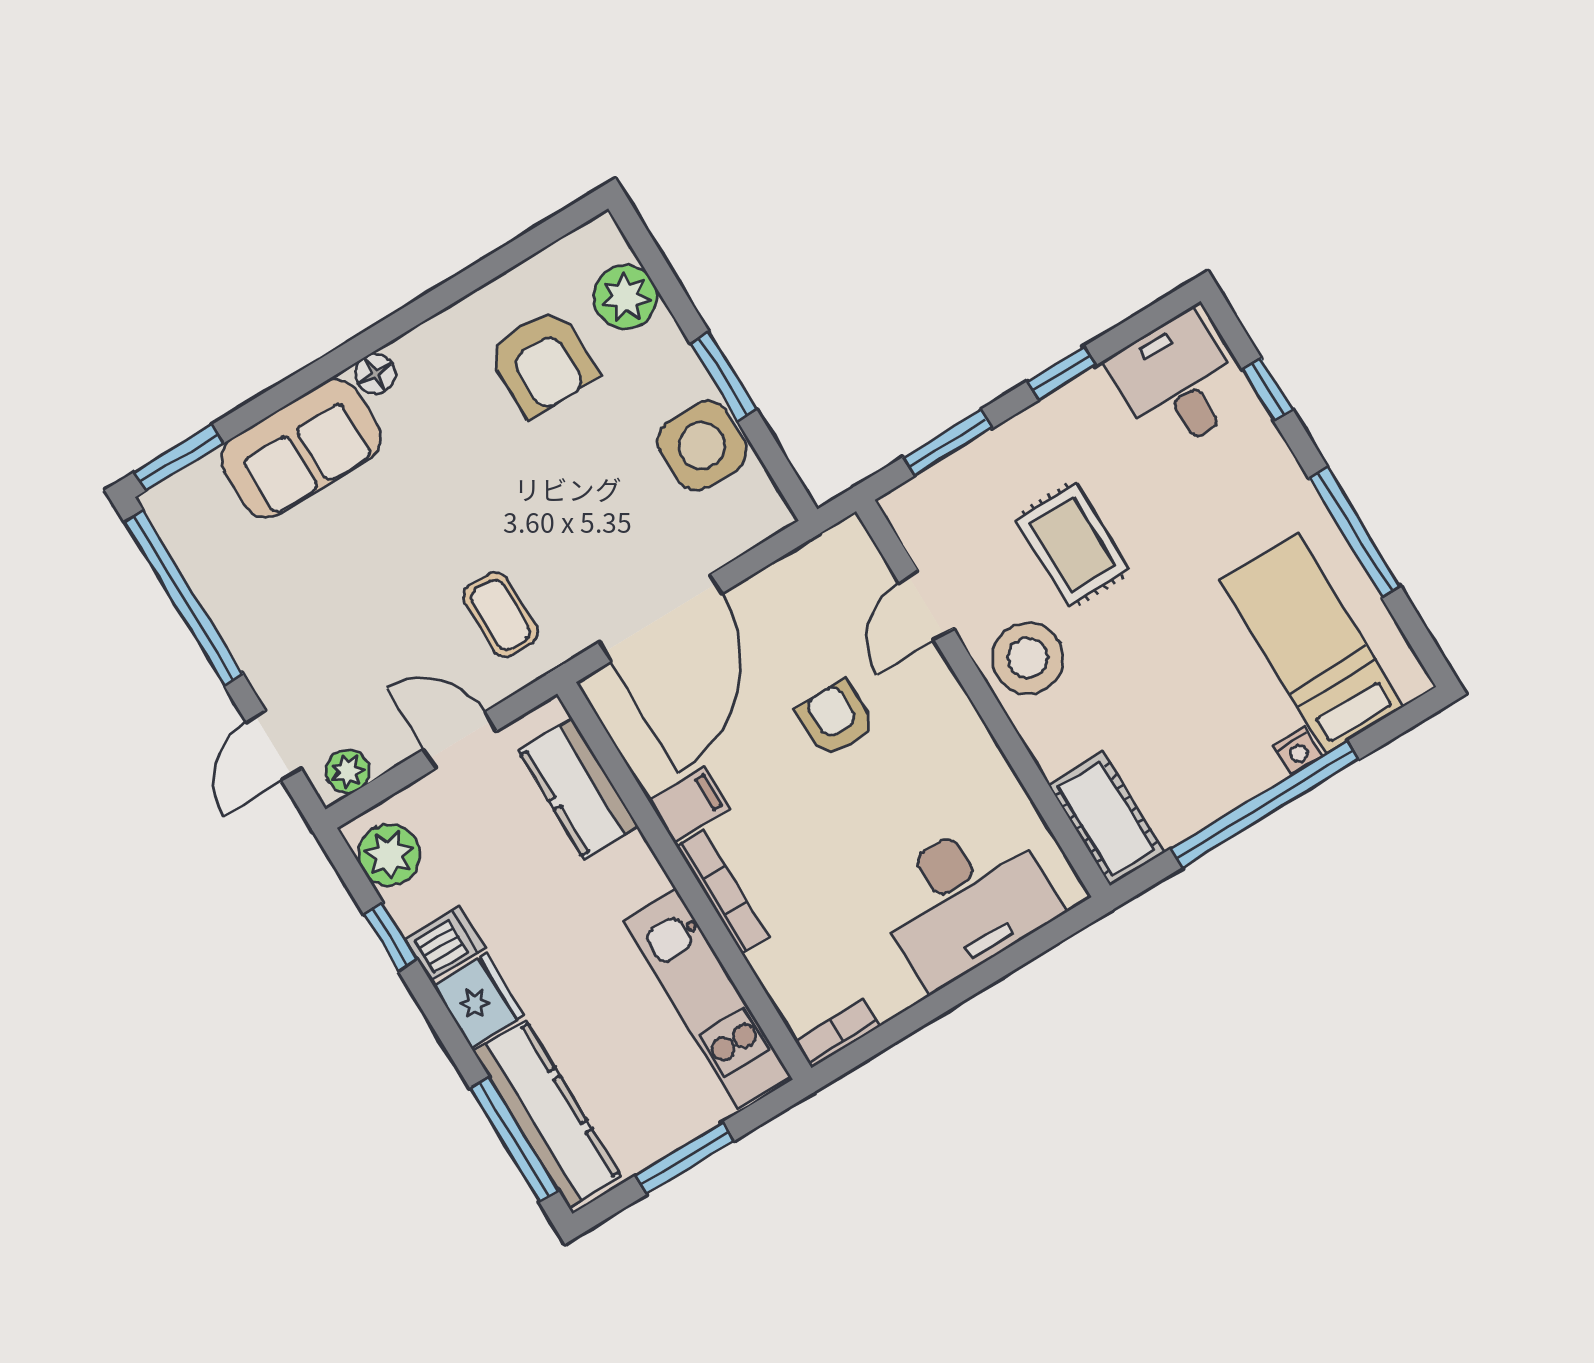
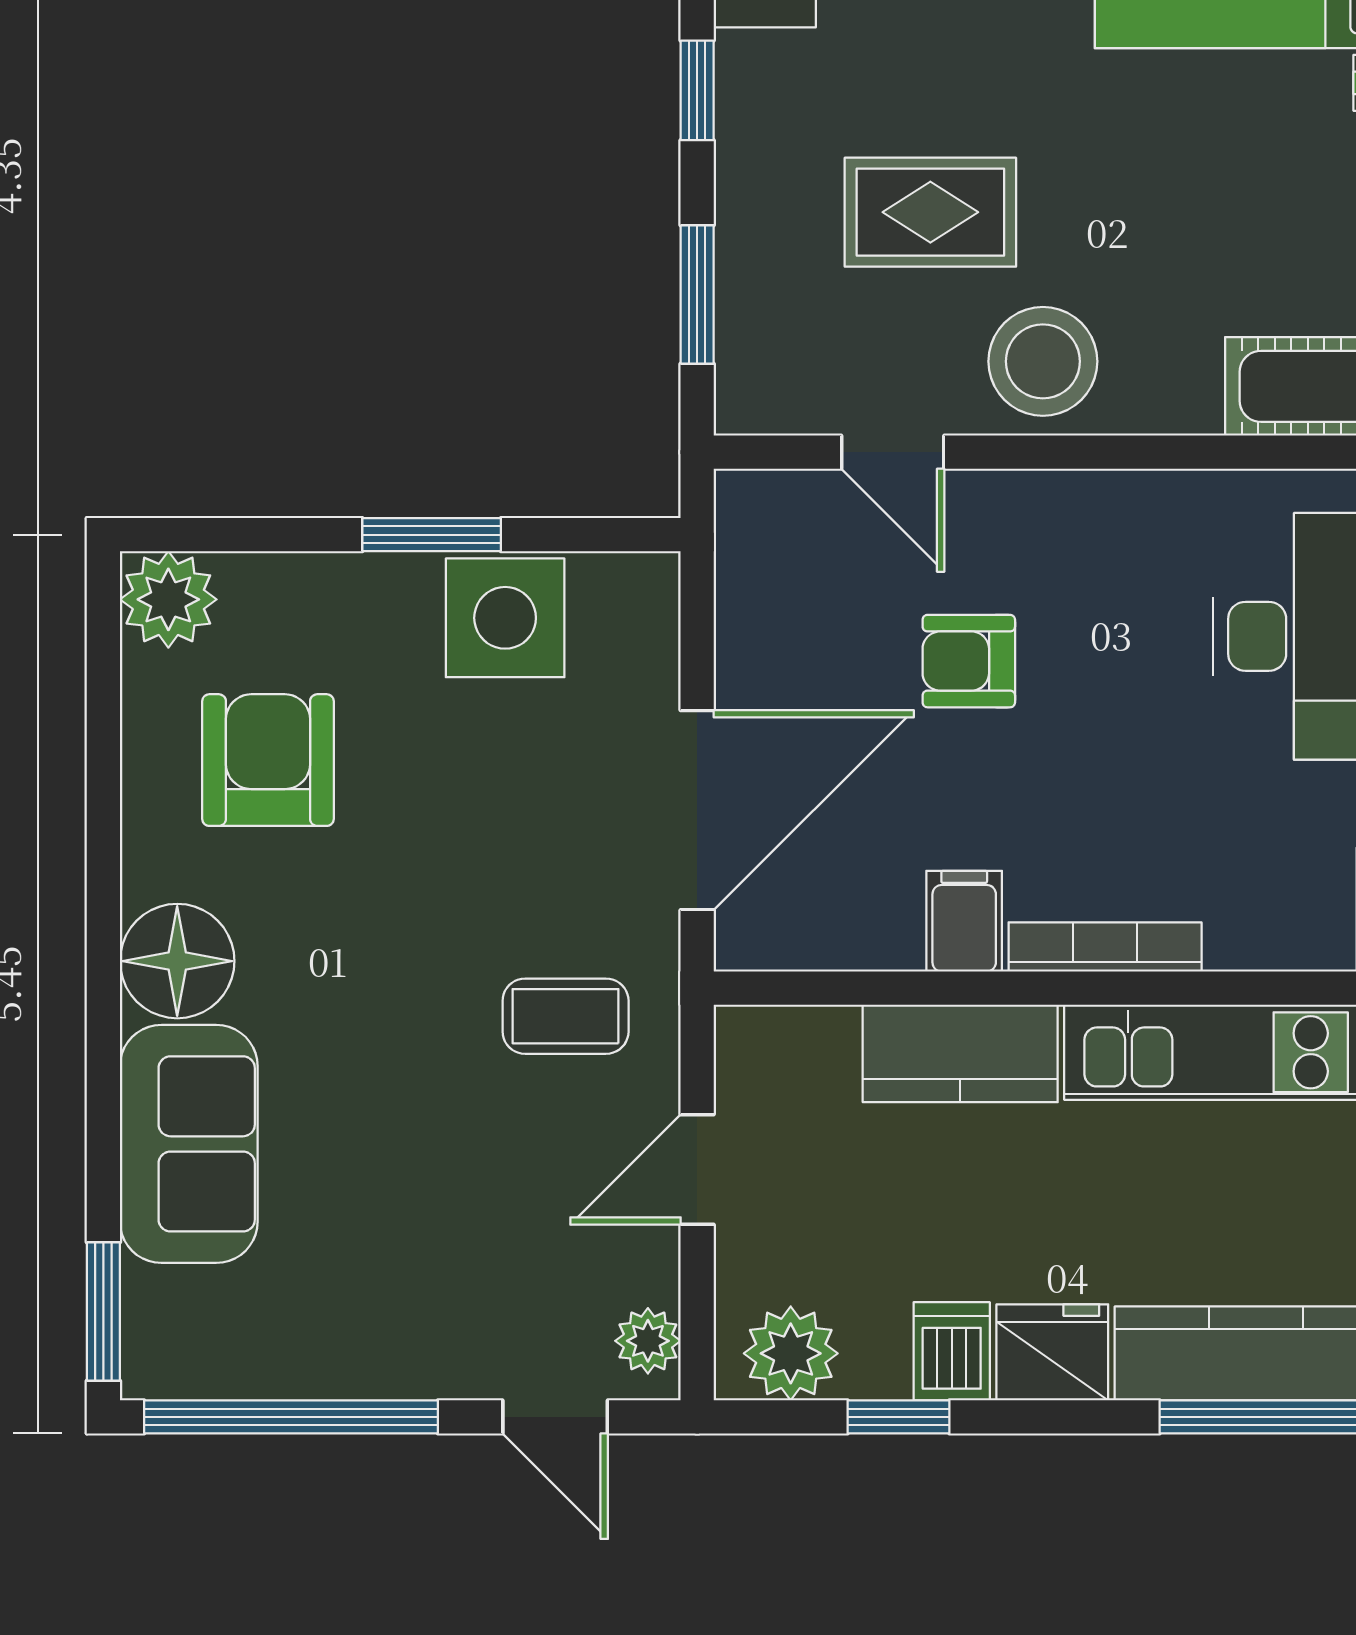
plant: (625, 297) -> (168, 599), moved
armchair: (542, 362) -> (268, 760), turned -90
floor lamp: (375, 374) -> (177, 961), width x1.89, depth x1.89
door: (660, 618) -> (697, 810), hinge flipped
kitchen counter: (578, 789) -> (960, 1053), moved

